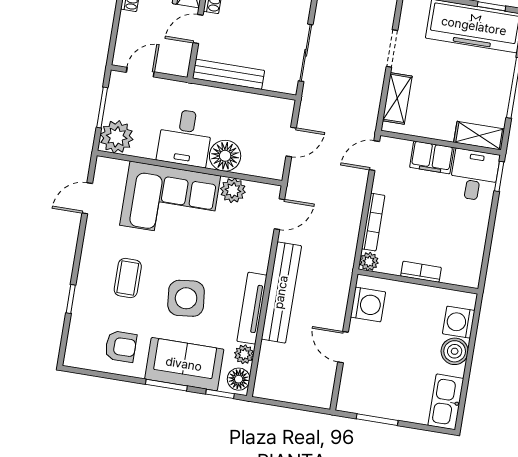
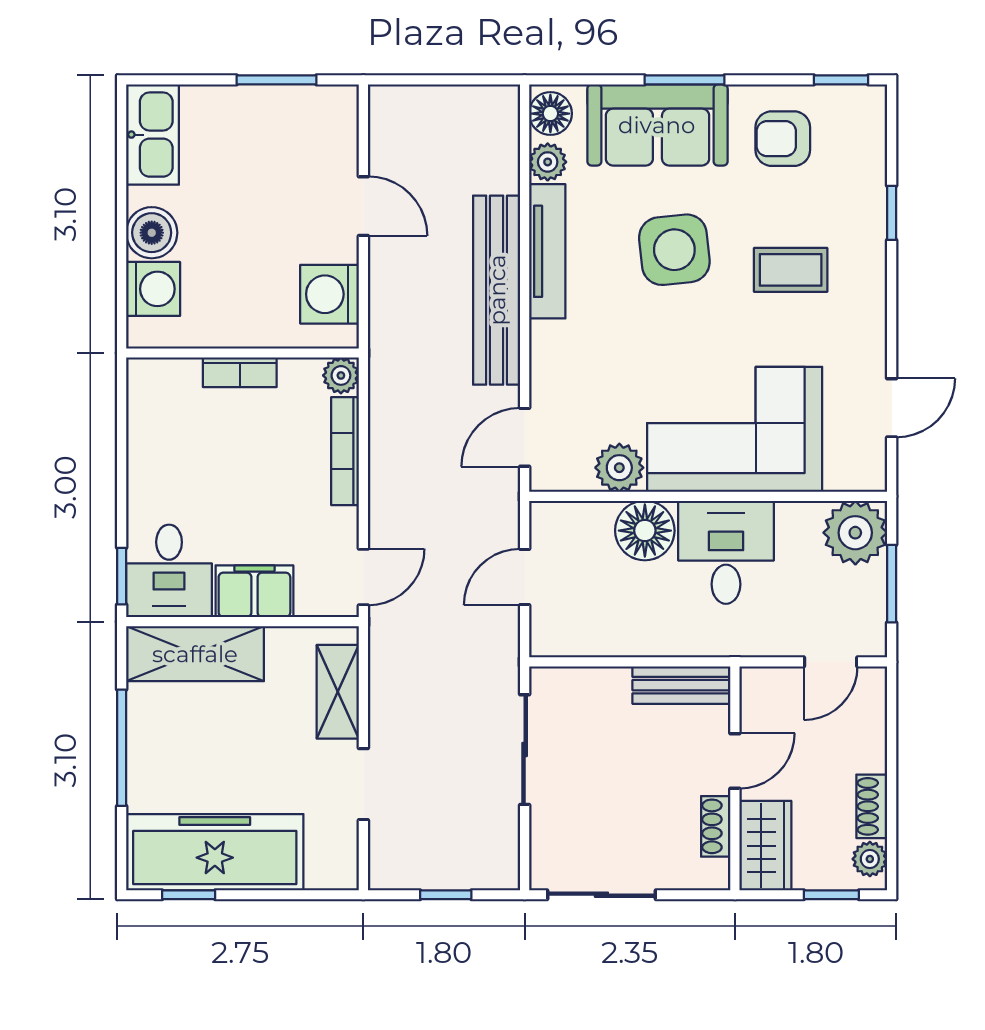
bench: (228, 74) -> (681, 685), width x0.73
shelving: (479, 136) -> (195, 654), width x1.50, depth x1.33
coffee table: (128, 278) -> (791, 270), turned 90
window: (220, 394) -> (841, 80), moved

